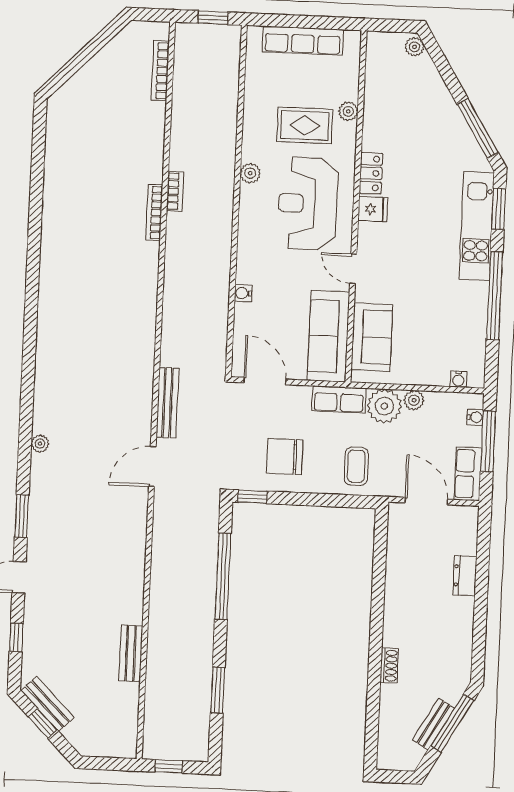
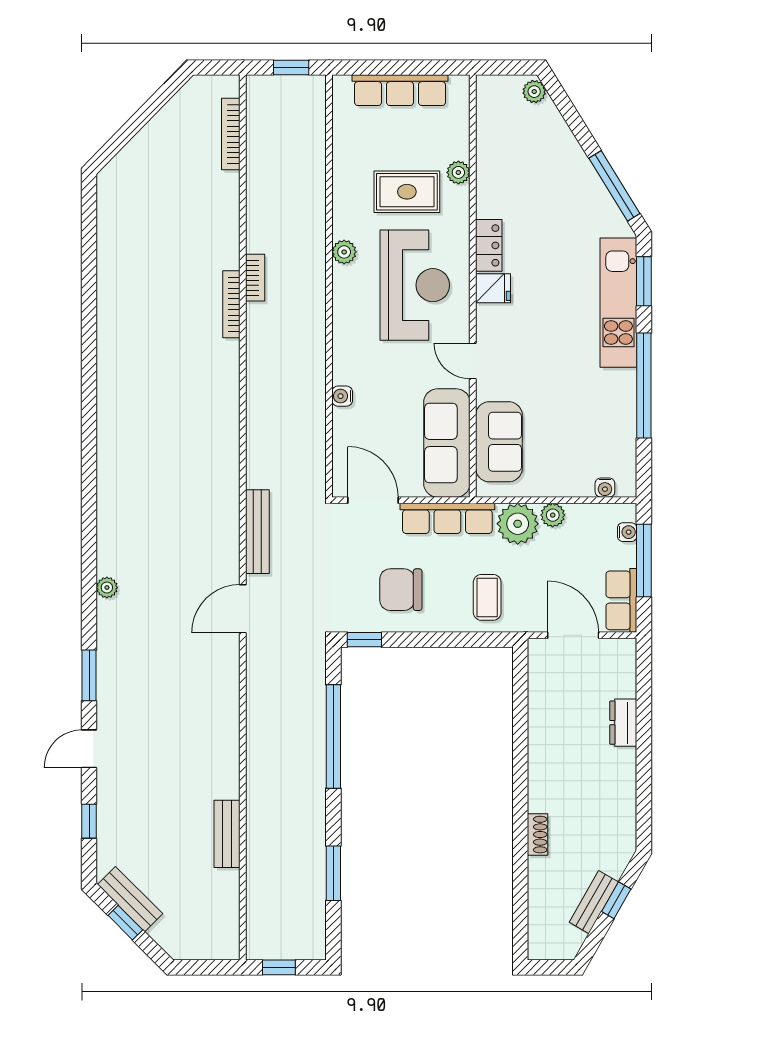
reception desk: (308, 204) -> (415, 285), turned 180
row of seats: (339, 399) -> (447, 518), width x1.48
window: (452, 723) -> (616, 900), width x0.46

